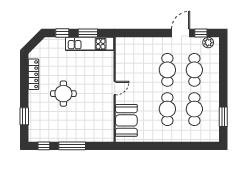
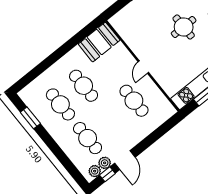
plant: (196, 43) -> (105, 163), added
cafe table: (167, 70) -> (134, 101), moved
booth: (126, 120) -> (99, 42), moved, turned 90

